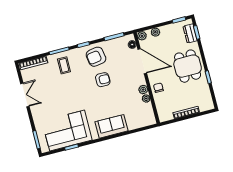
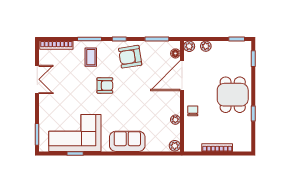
dresser: (190, 33) -> (245, 58), removed
door: (142, 61) -> (182, 76), swing flipped
armchair: (103, 80) -> (105, 85), moved
plant: (143, 90) -> (175, 146), moved

